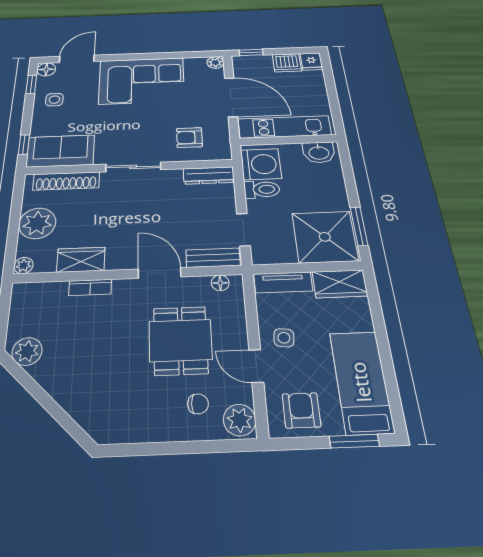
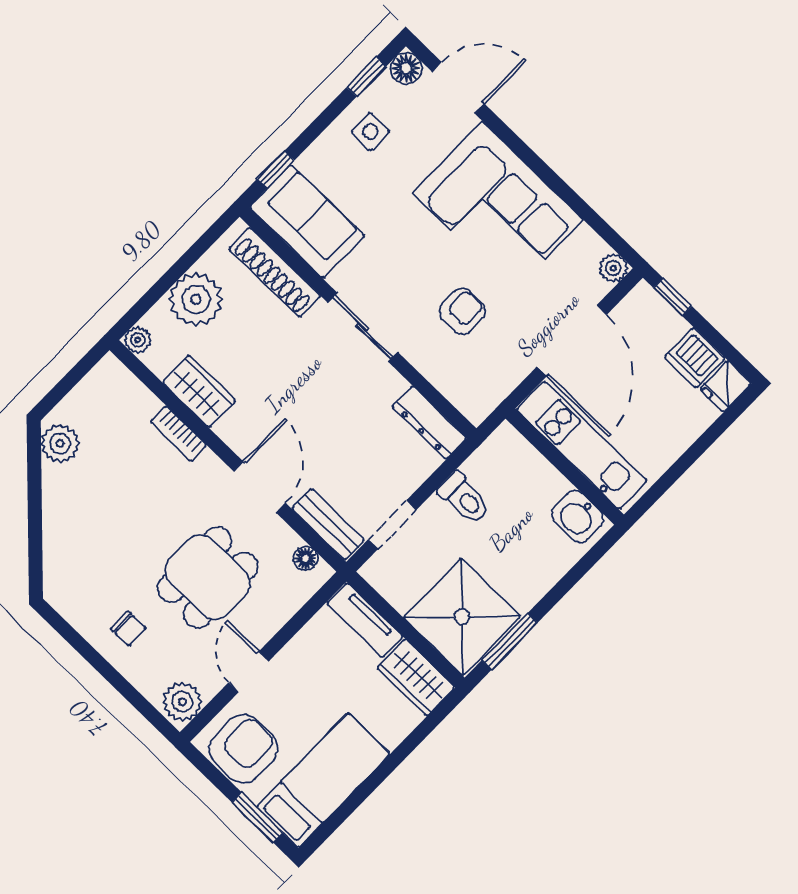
armchair: (189, 138) -> (462, 311), moved, turned 90
washing machine: (261, 164) -> (499, 466), removed
side table: (284, 338) -> (303, 673), removed
chair: (198, 404) -> (128, 629), moved
armchair: (301, 410) -> (243, 749), width x1.38, depth x1.38

